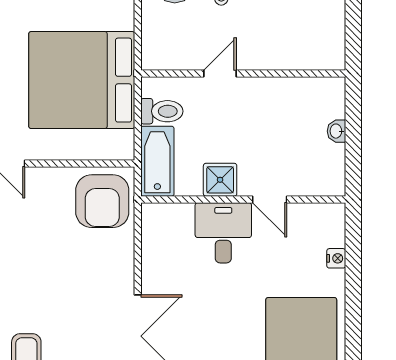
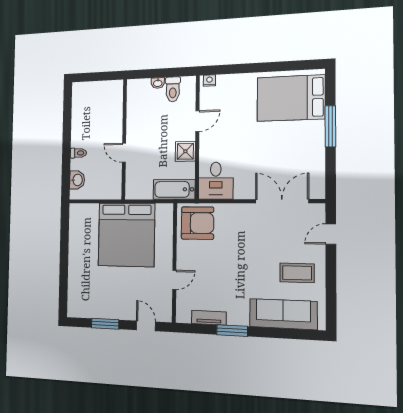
toilet: (162, 111) -> (173, 89), moved, turned 180
desk: (223, 233) -> (216, 181), moved, turned -90
nightstand: (336, 258) -> (209, 81), moved

